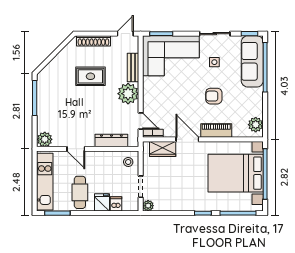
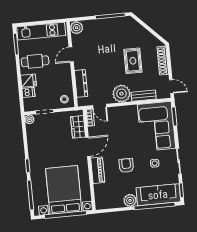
door: (141, 121) -> (100, 106), hinge flipped
plant: (256, 125) -> (130, 200), moved

